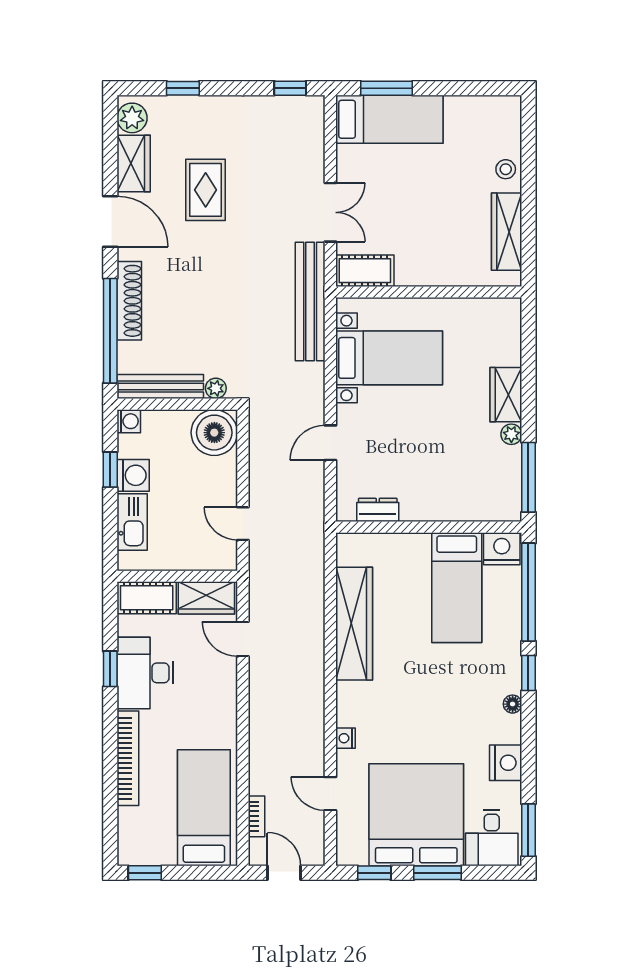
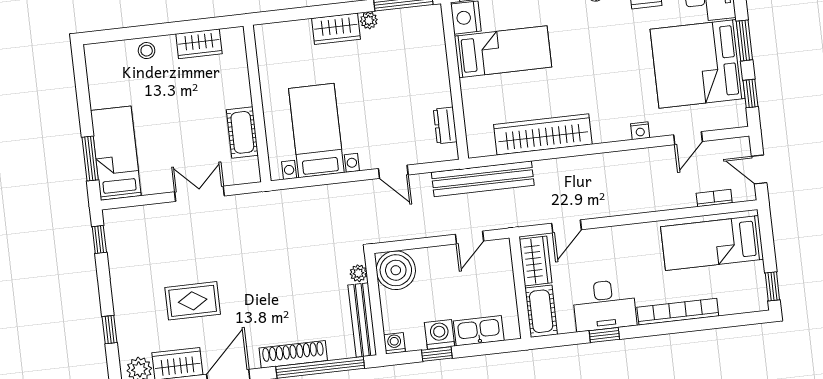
wardrobe: (507, 232) -> (199, 44), width x0.67
cot: (365, 271) -> (242, 132), moved
bench: (310, 302) -> (483, 179), moved
door: (284, 873) -> (759, 169), hinge flipped

